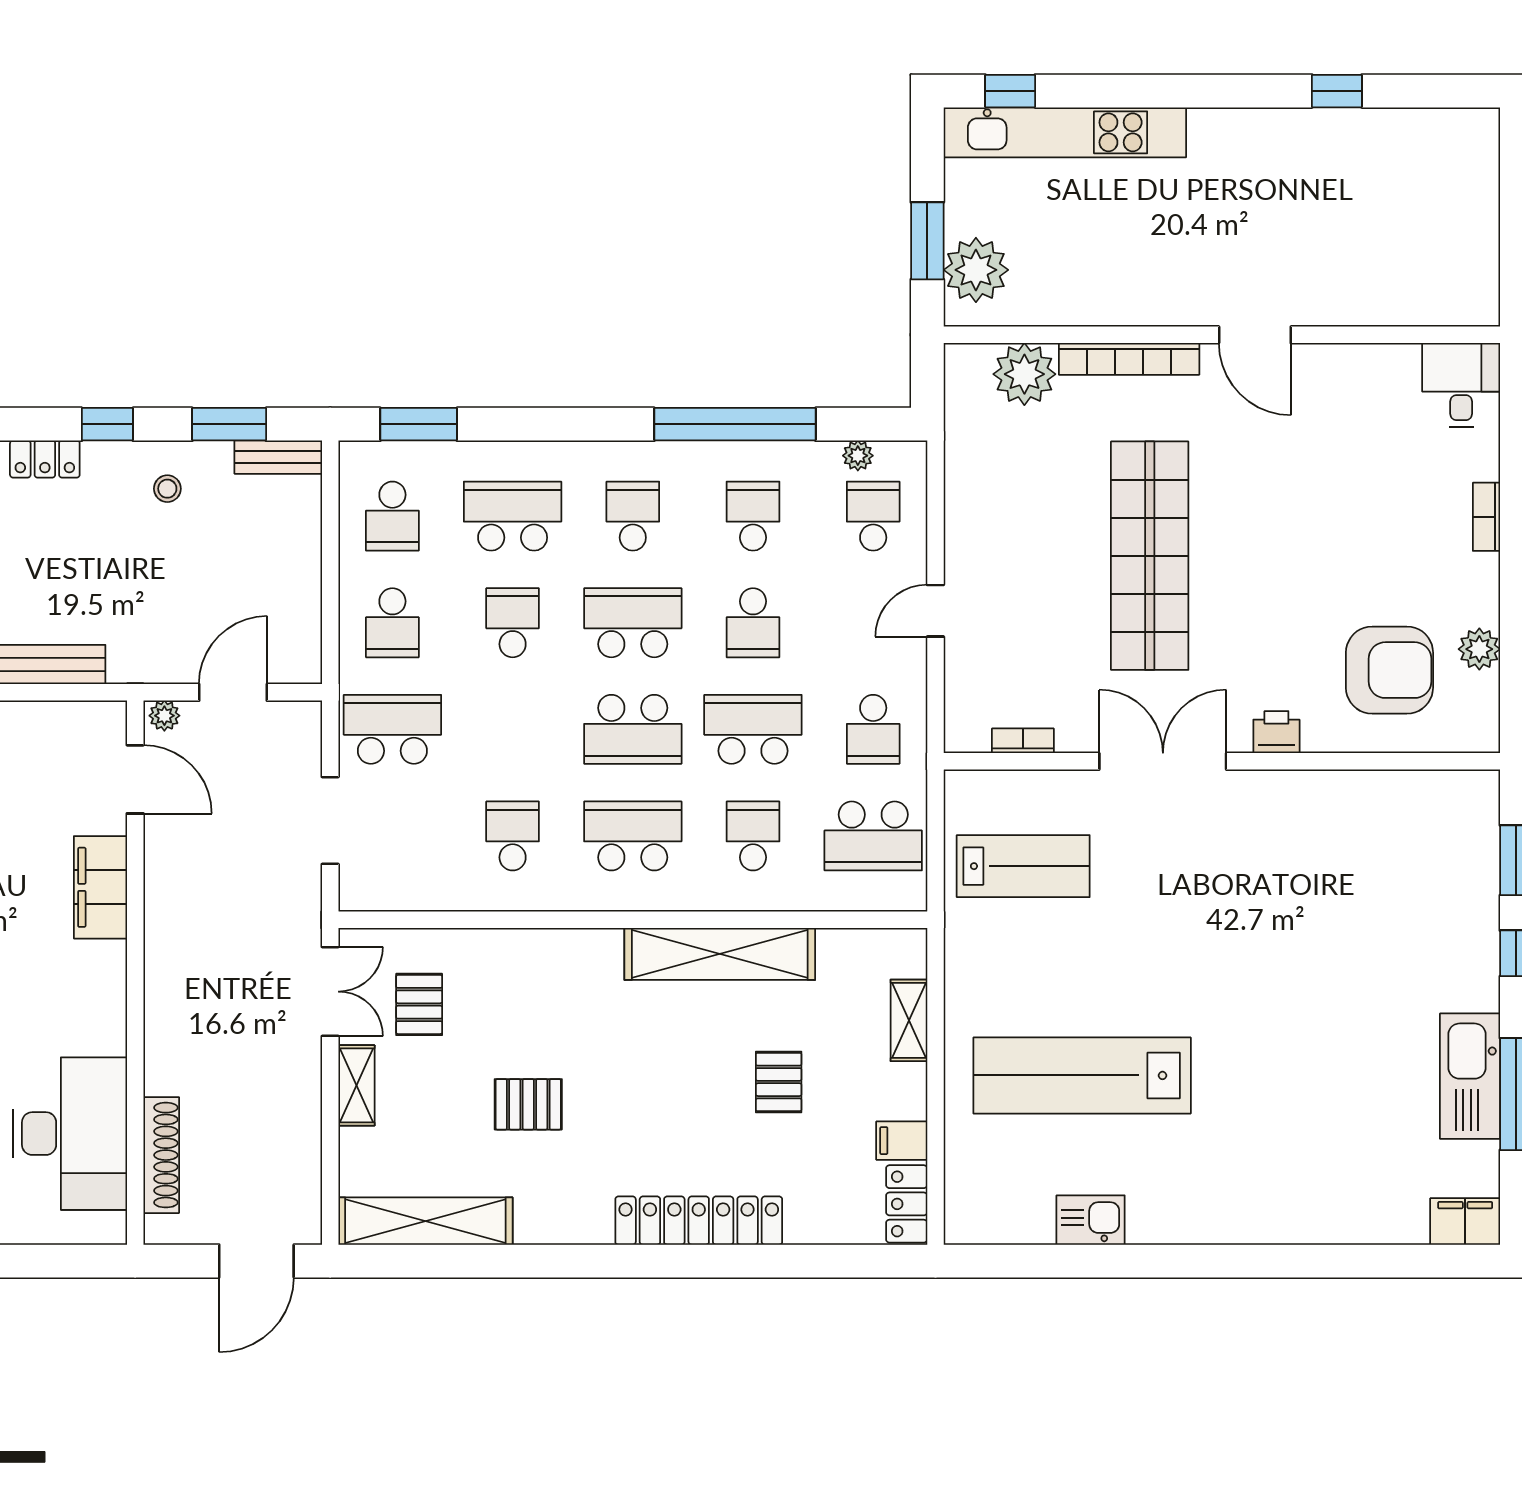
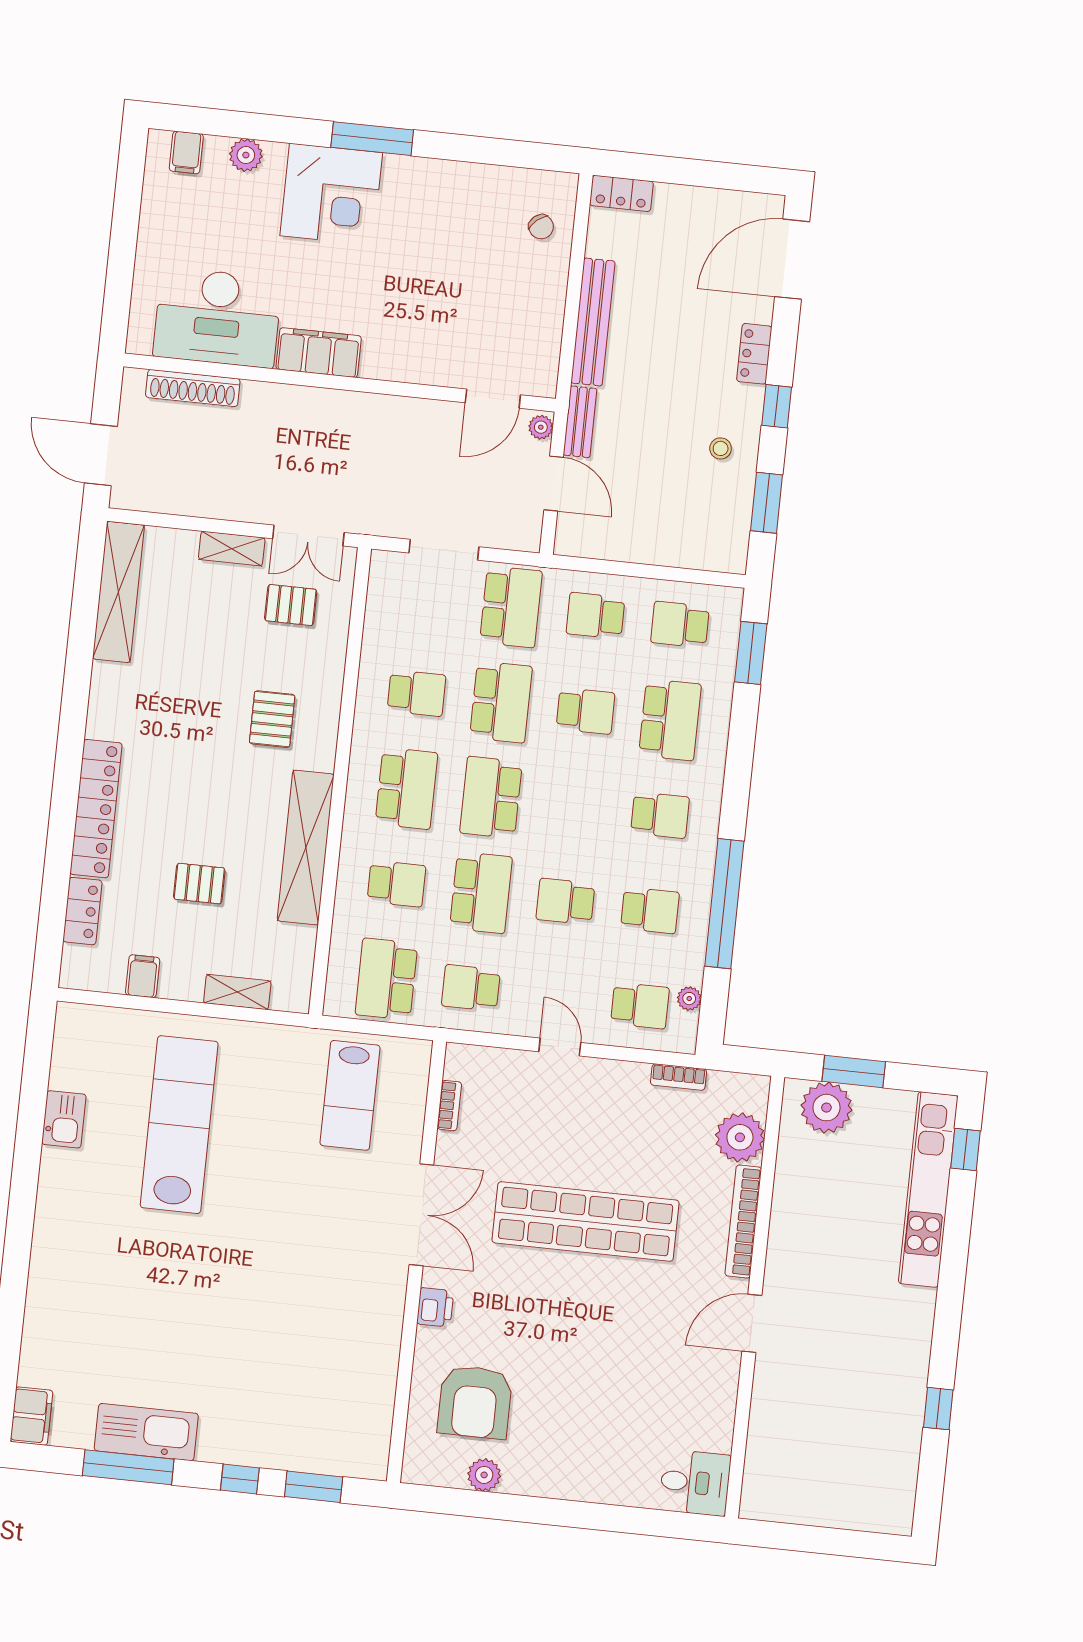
bench: (278, 457) -> (580, 422), moved
bookcase: (1486, 517) -> (679, 1077), moved, turned 180
school desk: (633, 623) -> (501, 702), moved
filing cabinet: (100, 887) -> (319, 353), moved
pallet: (528, 1104) -> (272, 719), moved
locker: (907, 1204) -> (82, 911), moved, turned 90

